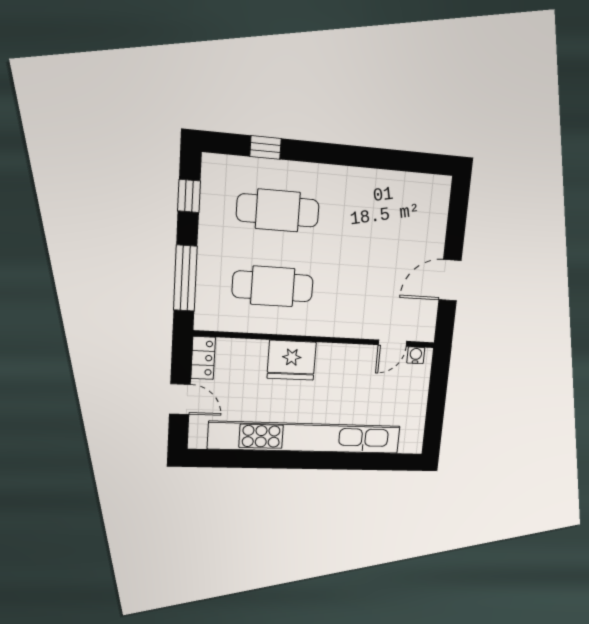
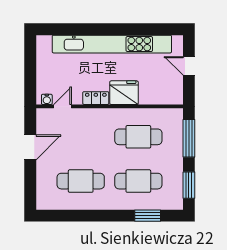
window: (265, 147) -> (148, 216), width x1.50
window: (189, 196) -> (189, 185), width x1.50
cafe table: (375, 218) -> (81, 181), added
locker: (203, 358) -> (96, 98), moved, turned 90

